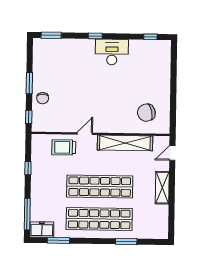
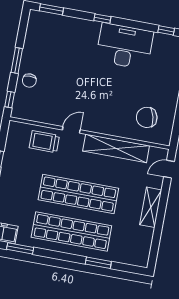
desk: (112, 52) -> (125, 46), width x1.36, depth x1.30

